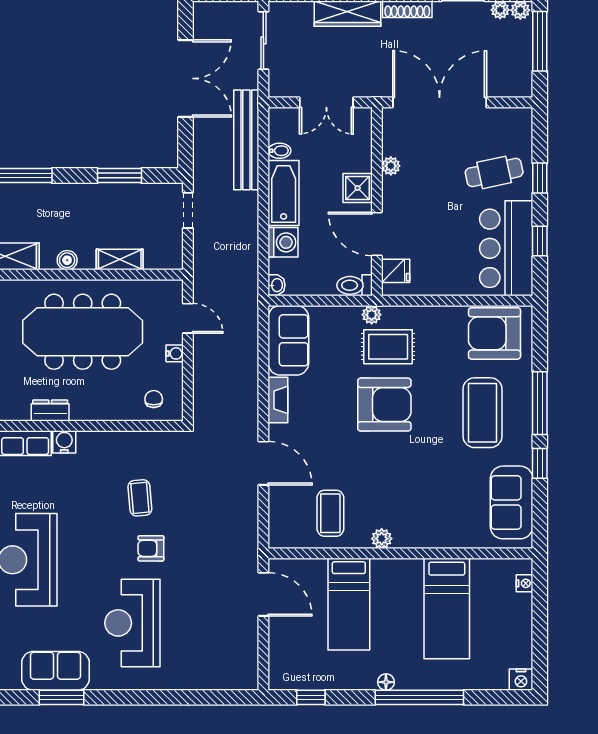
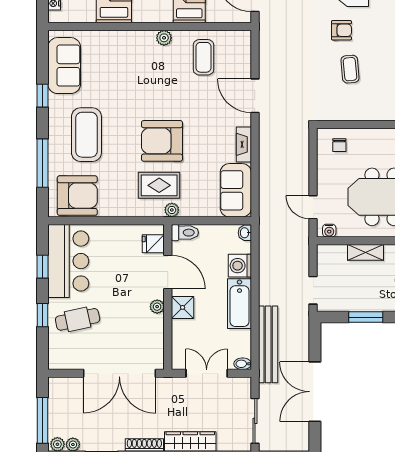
bidet: (279, 151) -> (243, 364), moved
plant: (391, 166) -> (157, 307), moved
water cooler: (175, 353) -> (329, 231), moved, turned -90
window: (540, 403) -> (42, 163), moved

